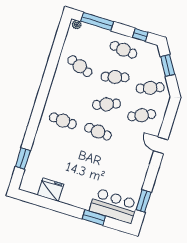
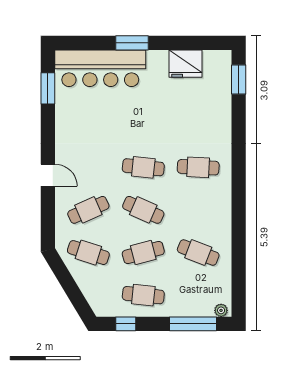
window: (168, 65) -> (73, 292), removed
cafe table: (150, 88) -> (88, 253), turned 39
cafe table: (107, 104) -> (143, 210), turned 45
window: (23, 159) -> (239, 80), moved
bar counter: (114, 206) -> (100, 68), width x1.36
window: (94, 218) -> (132, 43), moved

